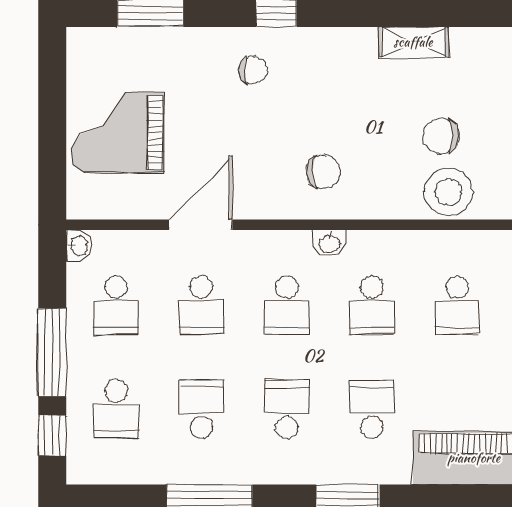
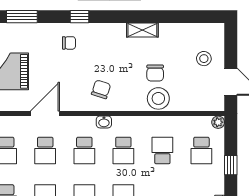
chair: (441, 136) -> (155, 73), turned -90
chair: (323, 172) -> (101, 89), turned -72
school desk: (457, 305) -> (162, 150), turned 180

